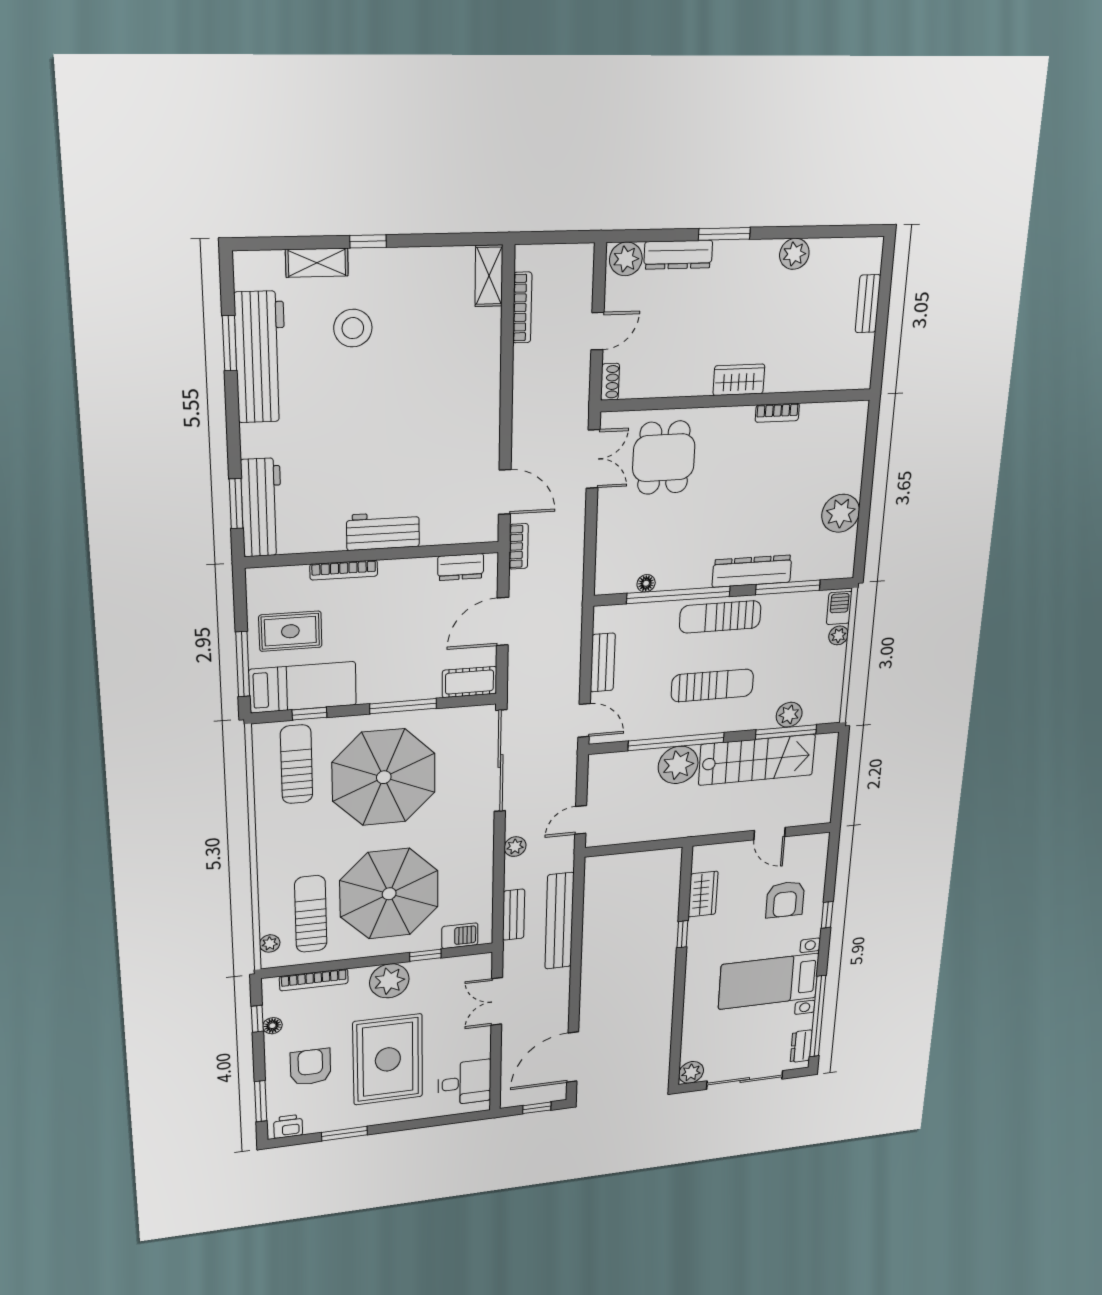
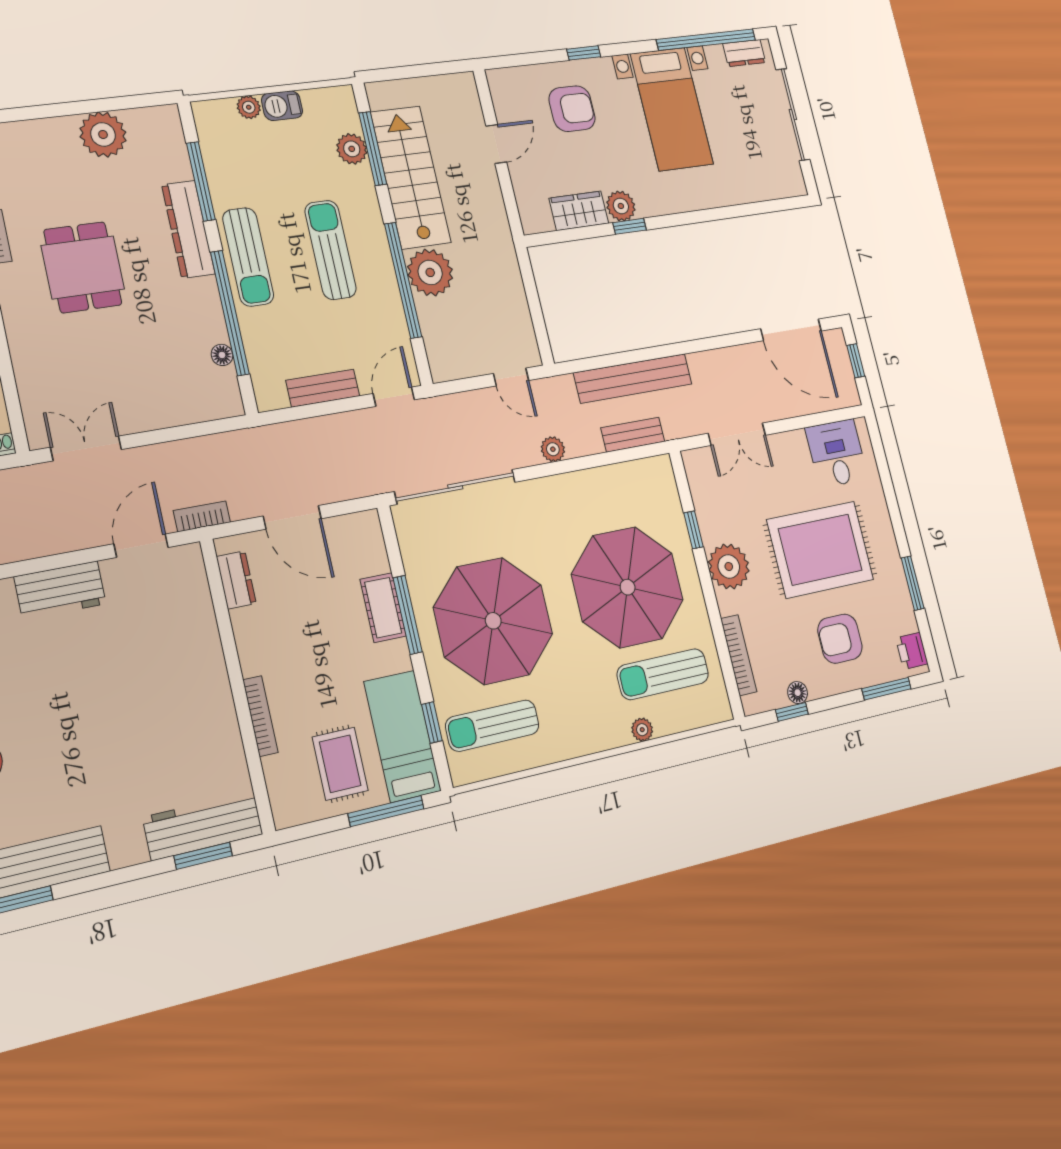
dining table: (664, 458) -> (83, 267), moved, turned 90
workbench: (383, 531) -> (60, 590), moved, turned -90
barbecue: (839, 608) -> (282, 106), moved
cot: (470, 682) -> (383, 608), moved
barbecue: (460, 936) -> (666, 494), removed
plant: (270, 943) -> (642, 730), moved
plant: (691, 1072) -> (621, 206), moved

